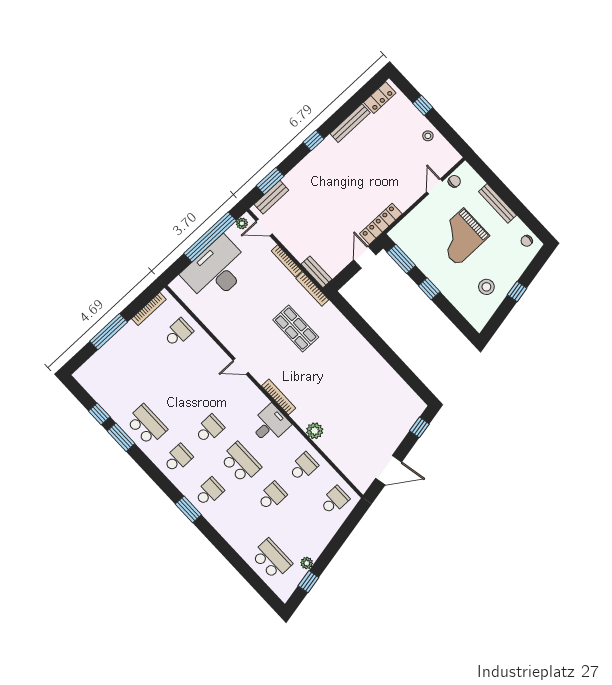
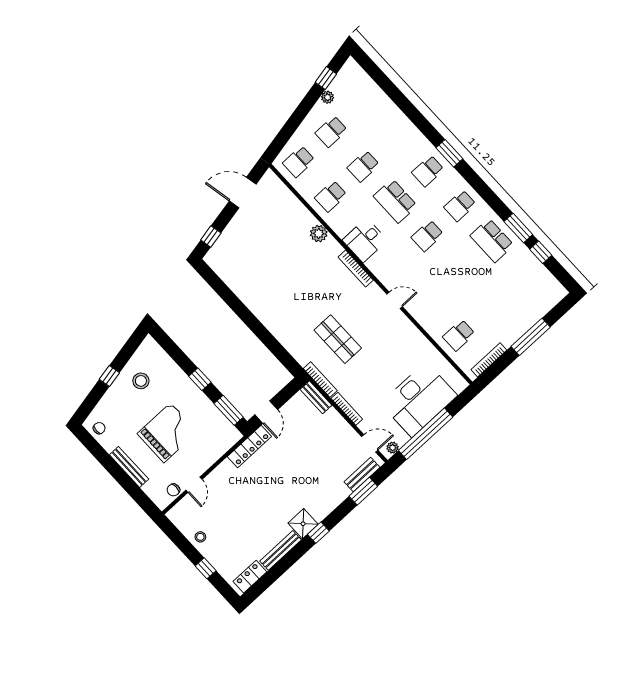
shower: (328, 149) -> (303, 524), added
school desk: (272, 559) -> (331, 132), moved, width x0.54

